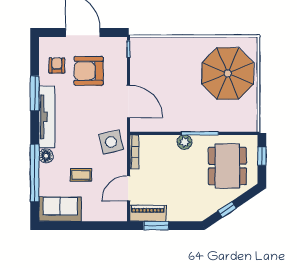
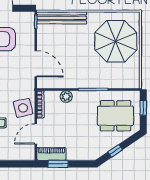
bench: (161, 44) -> (62, 18), added
side table: (111, 142) -> (23, 108), moved
plant: (184, 142) -> (66, 97), moved
dining table: (227, 166) -> (115, 116), turned 90

